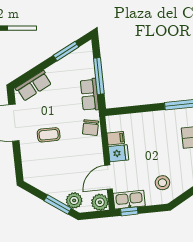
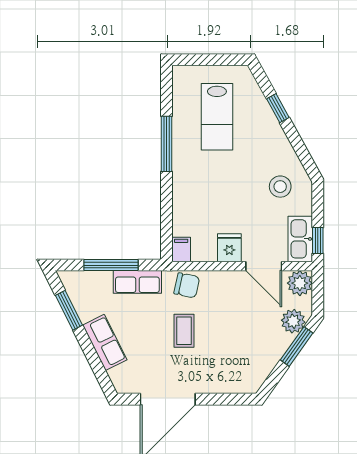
row of seats: (34, 86) -> (105, 342), moved
coffee table: (49, 135) -> (184, 331), moved
filing cabinet: (116, 138) -> (181, 249), moved

